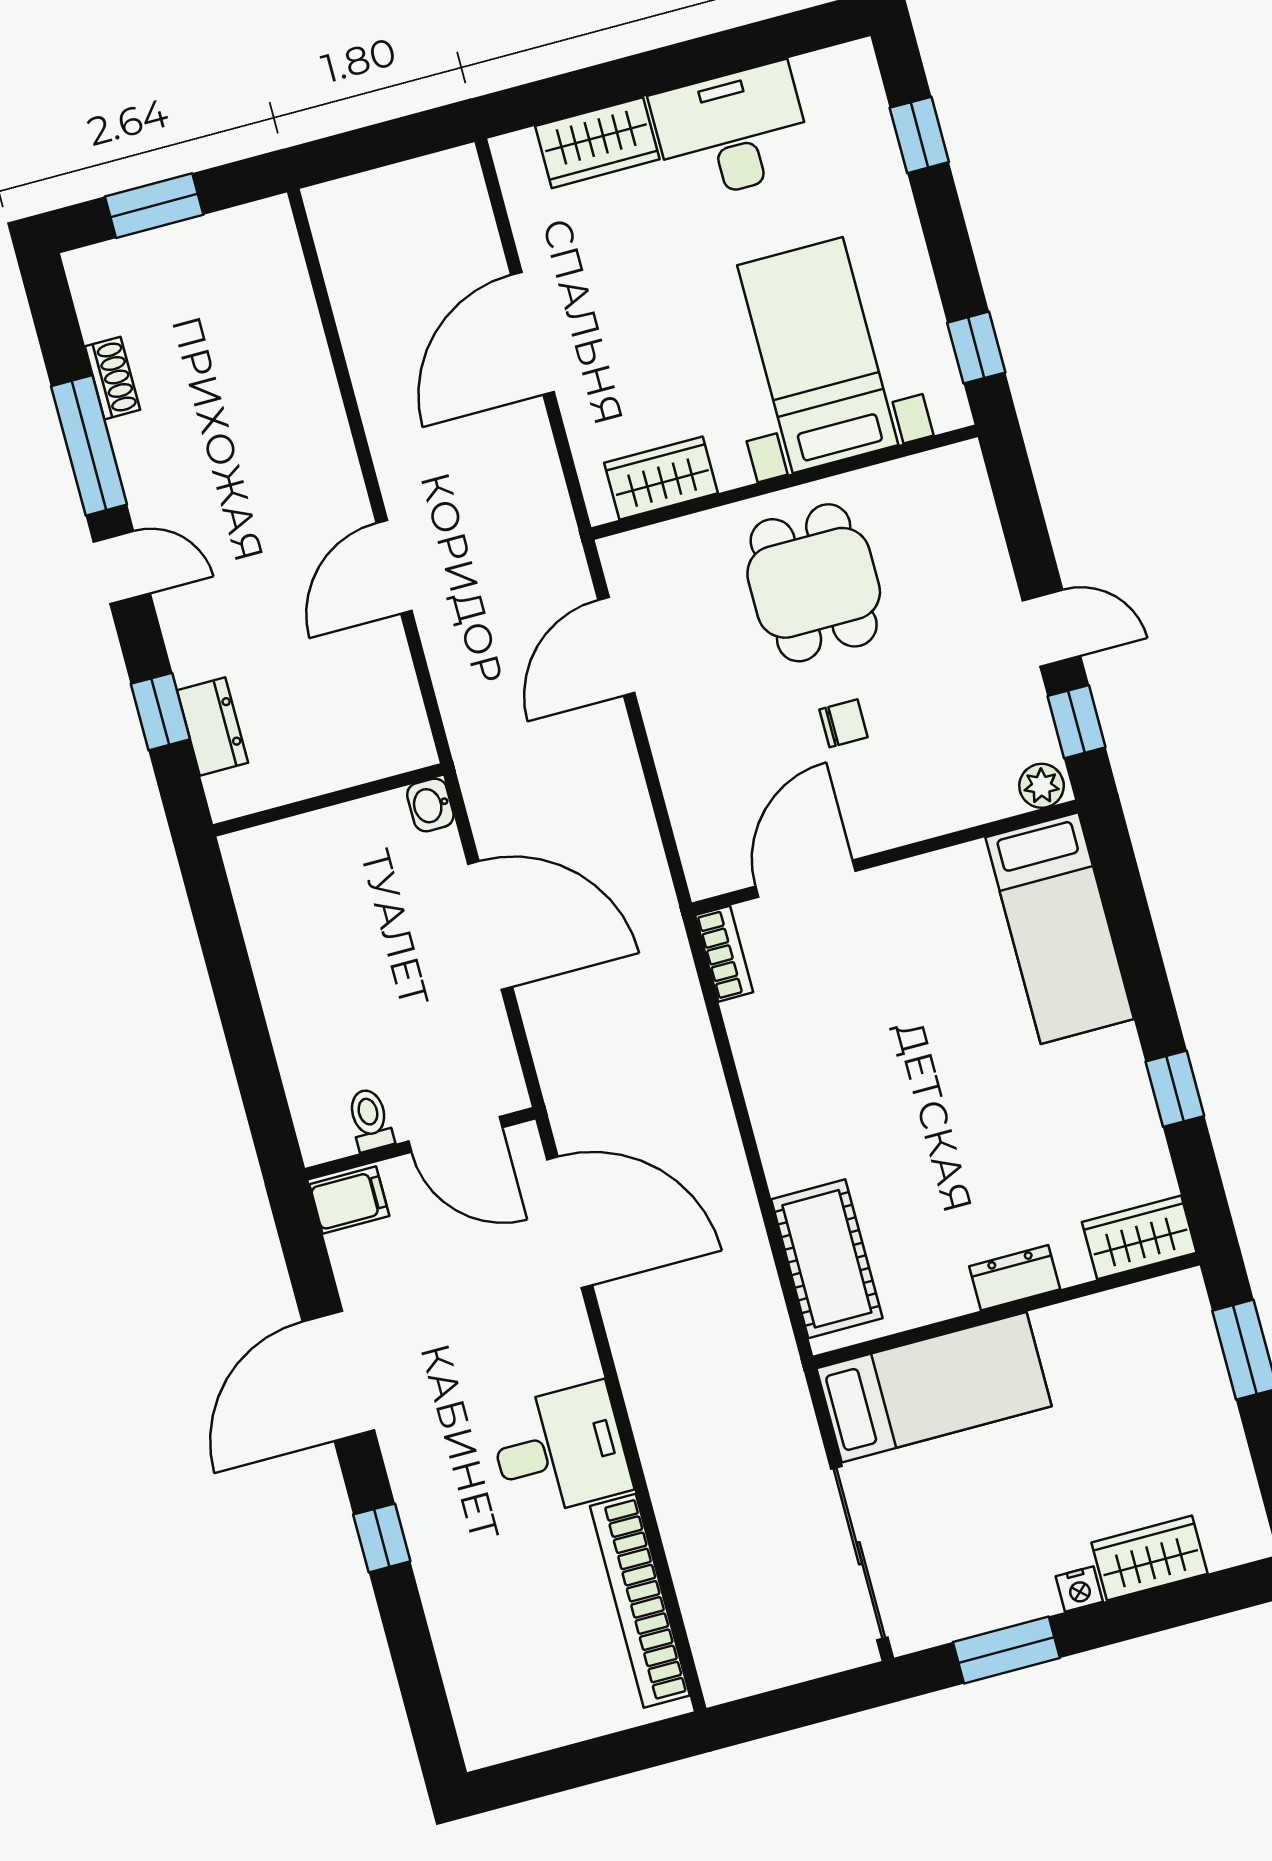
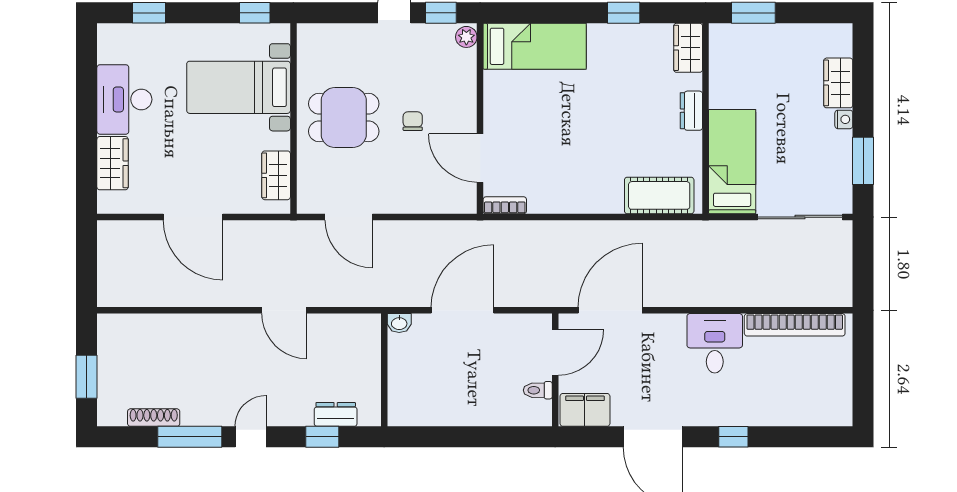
shoe rack: (112, 378) -> (154, 418), width x1.43
filing cabinet: (349, 1200) -> (585, 410), width x2.00

